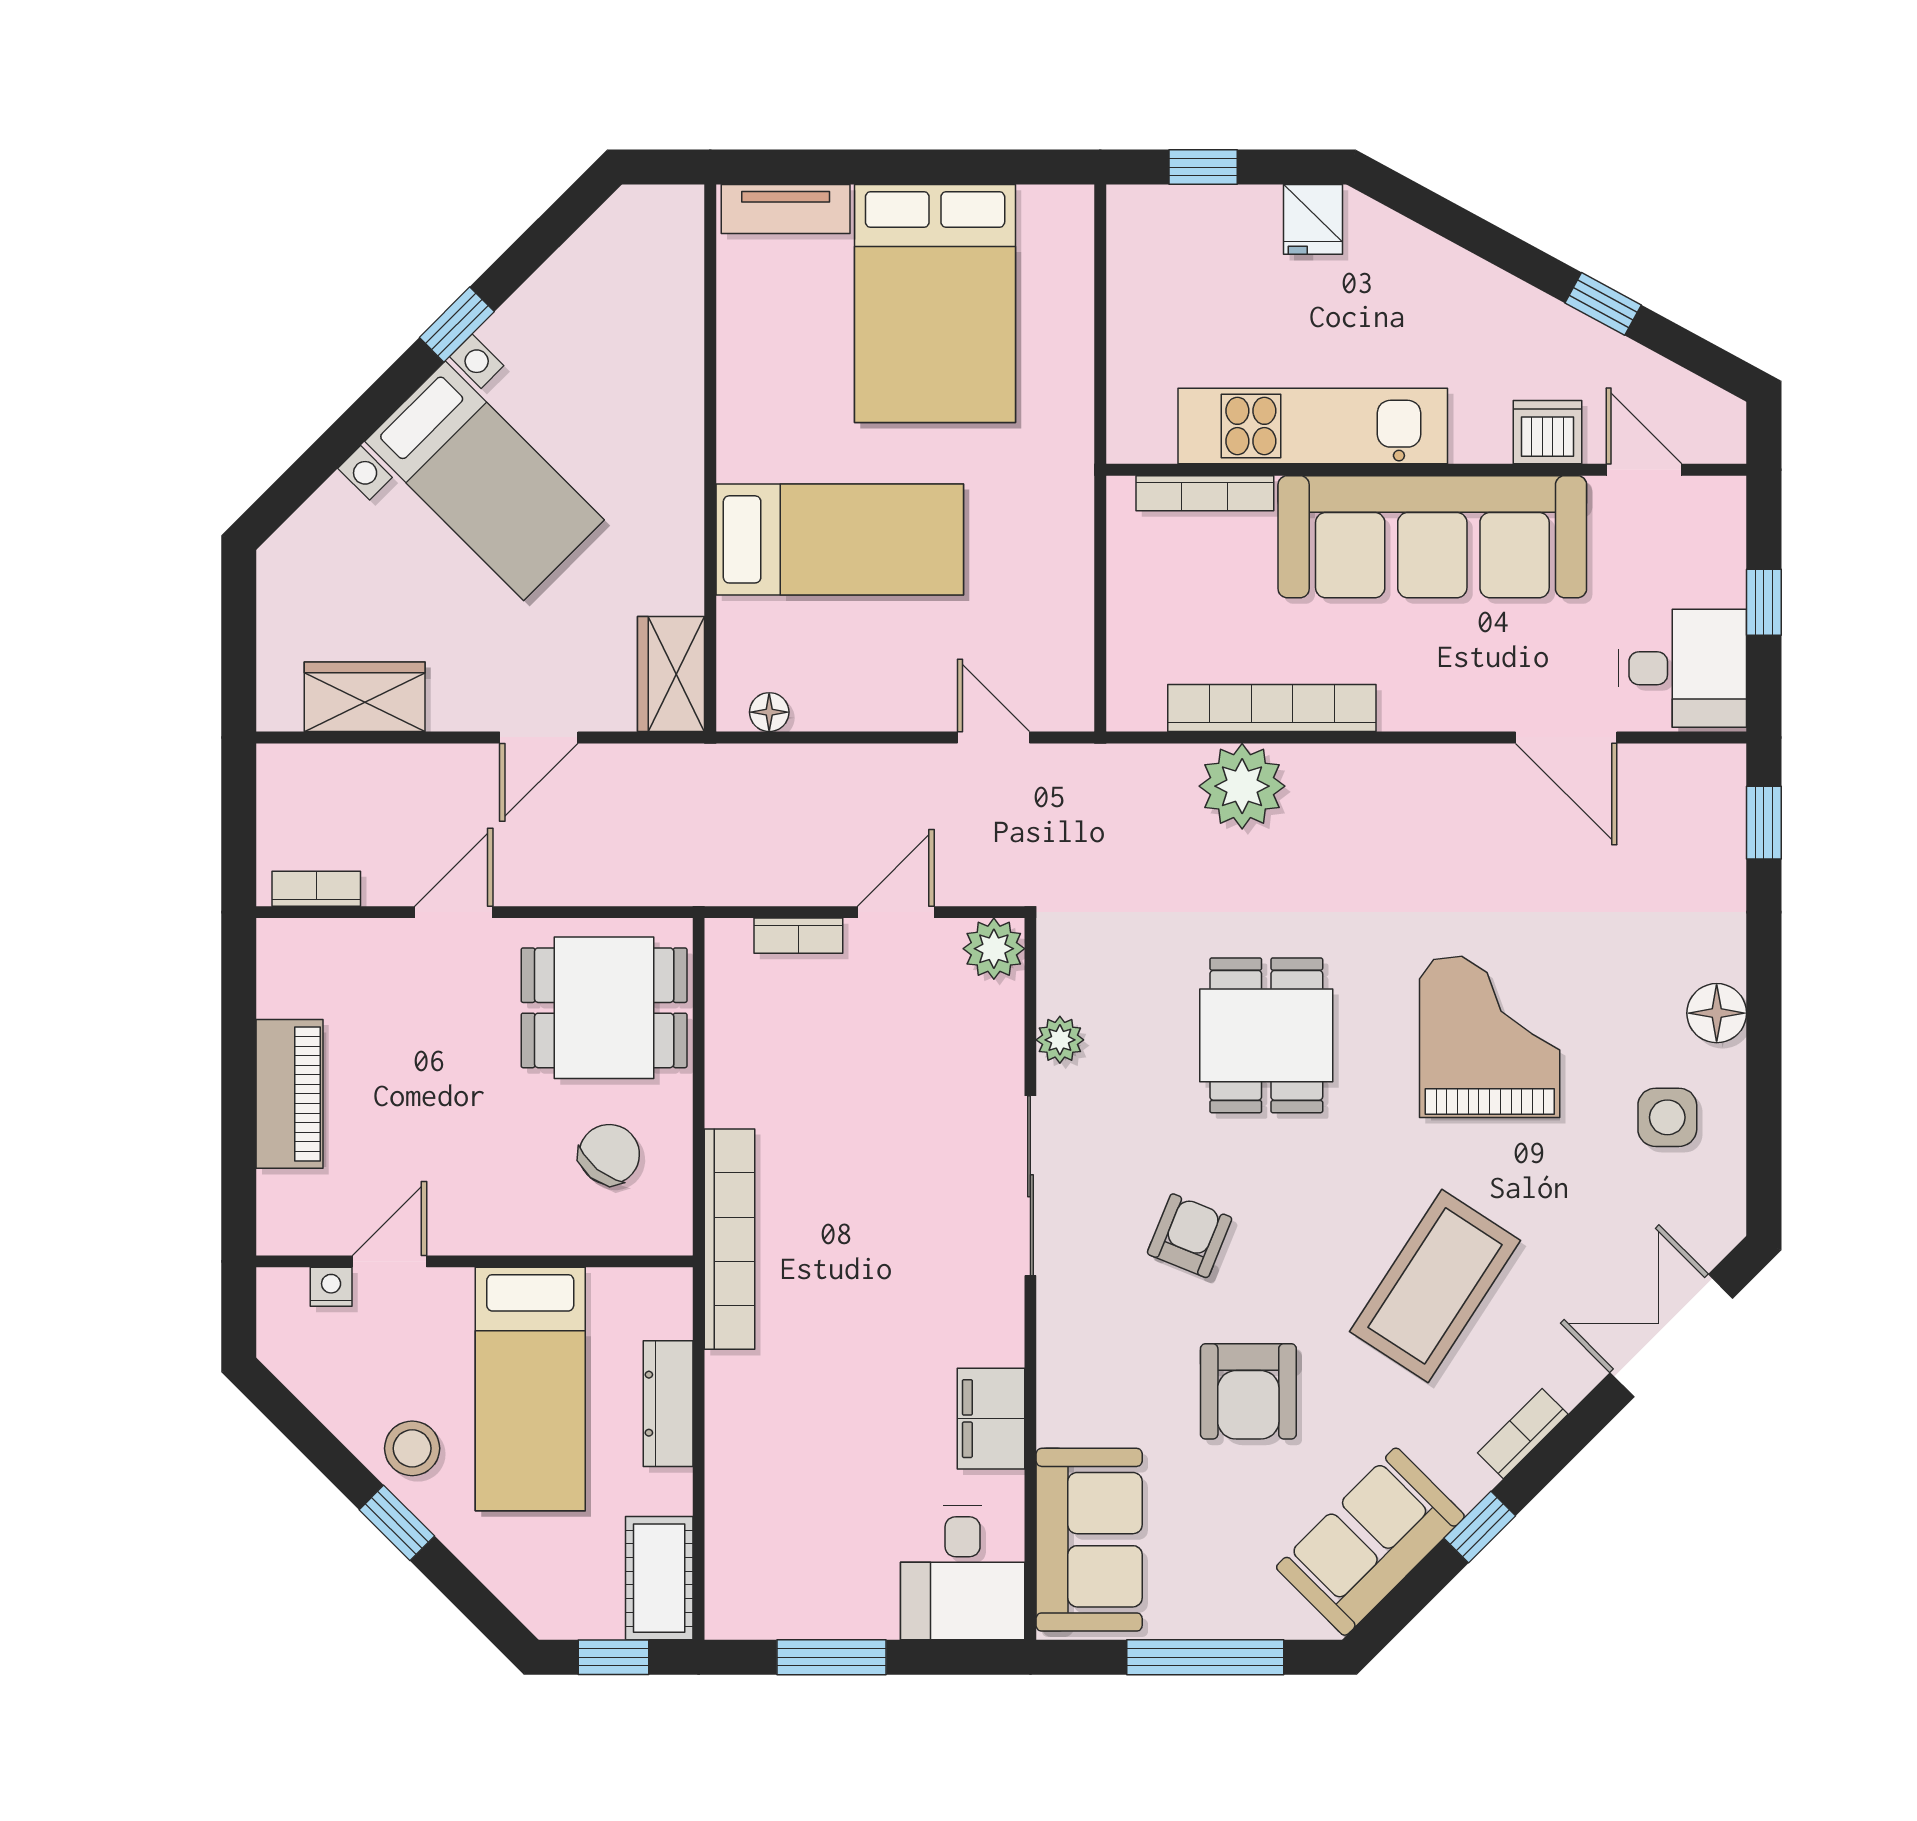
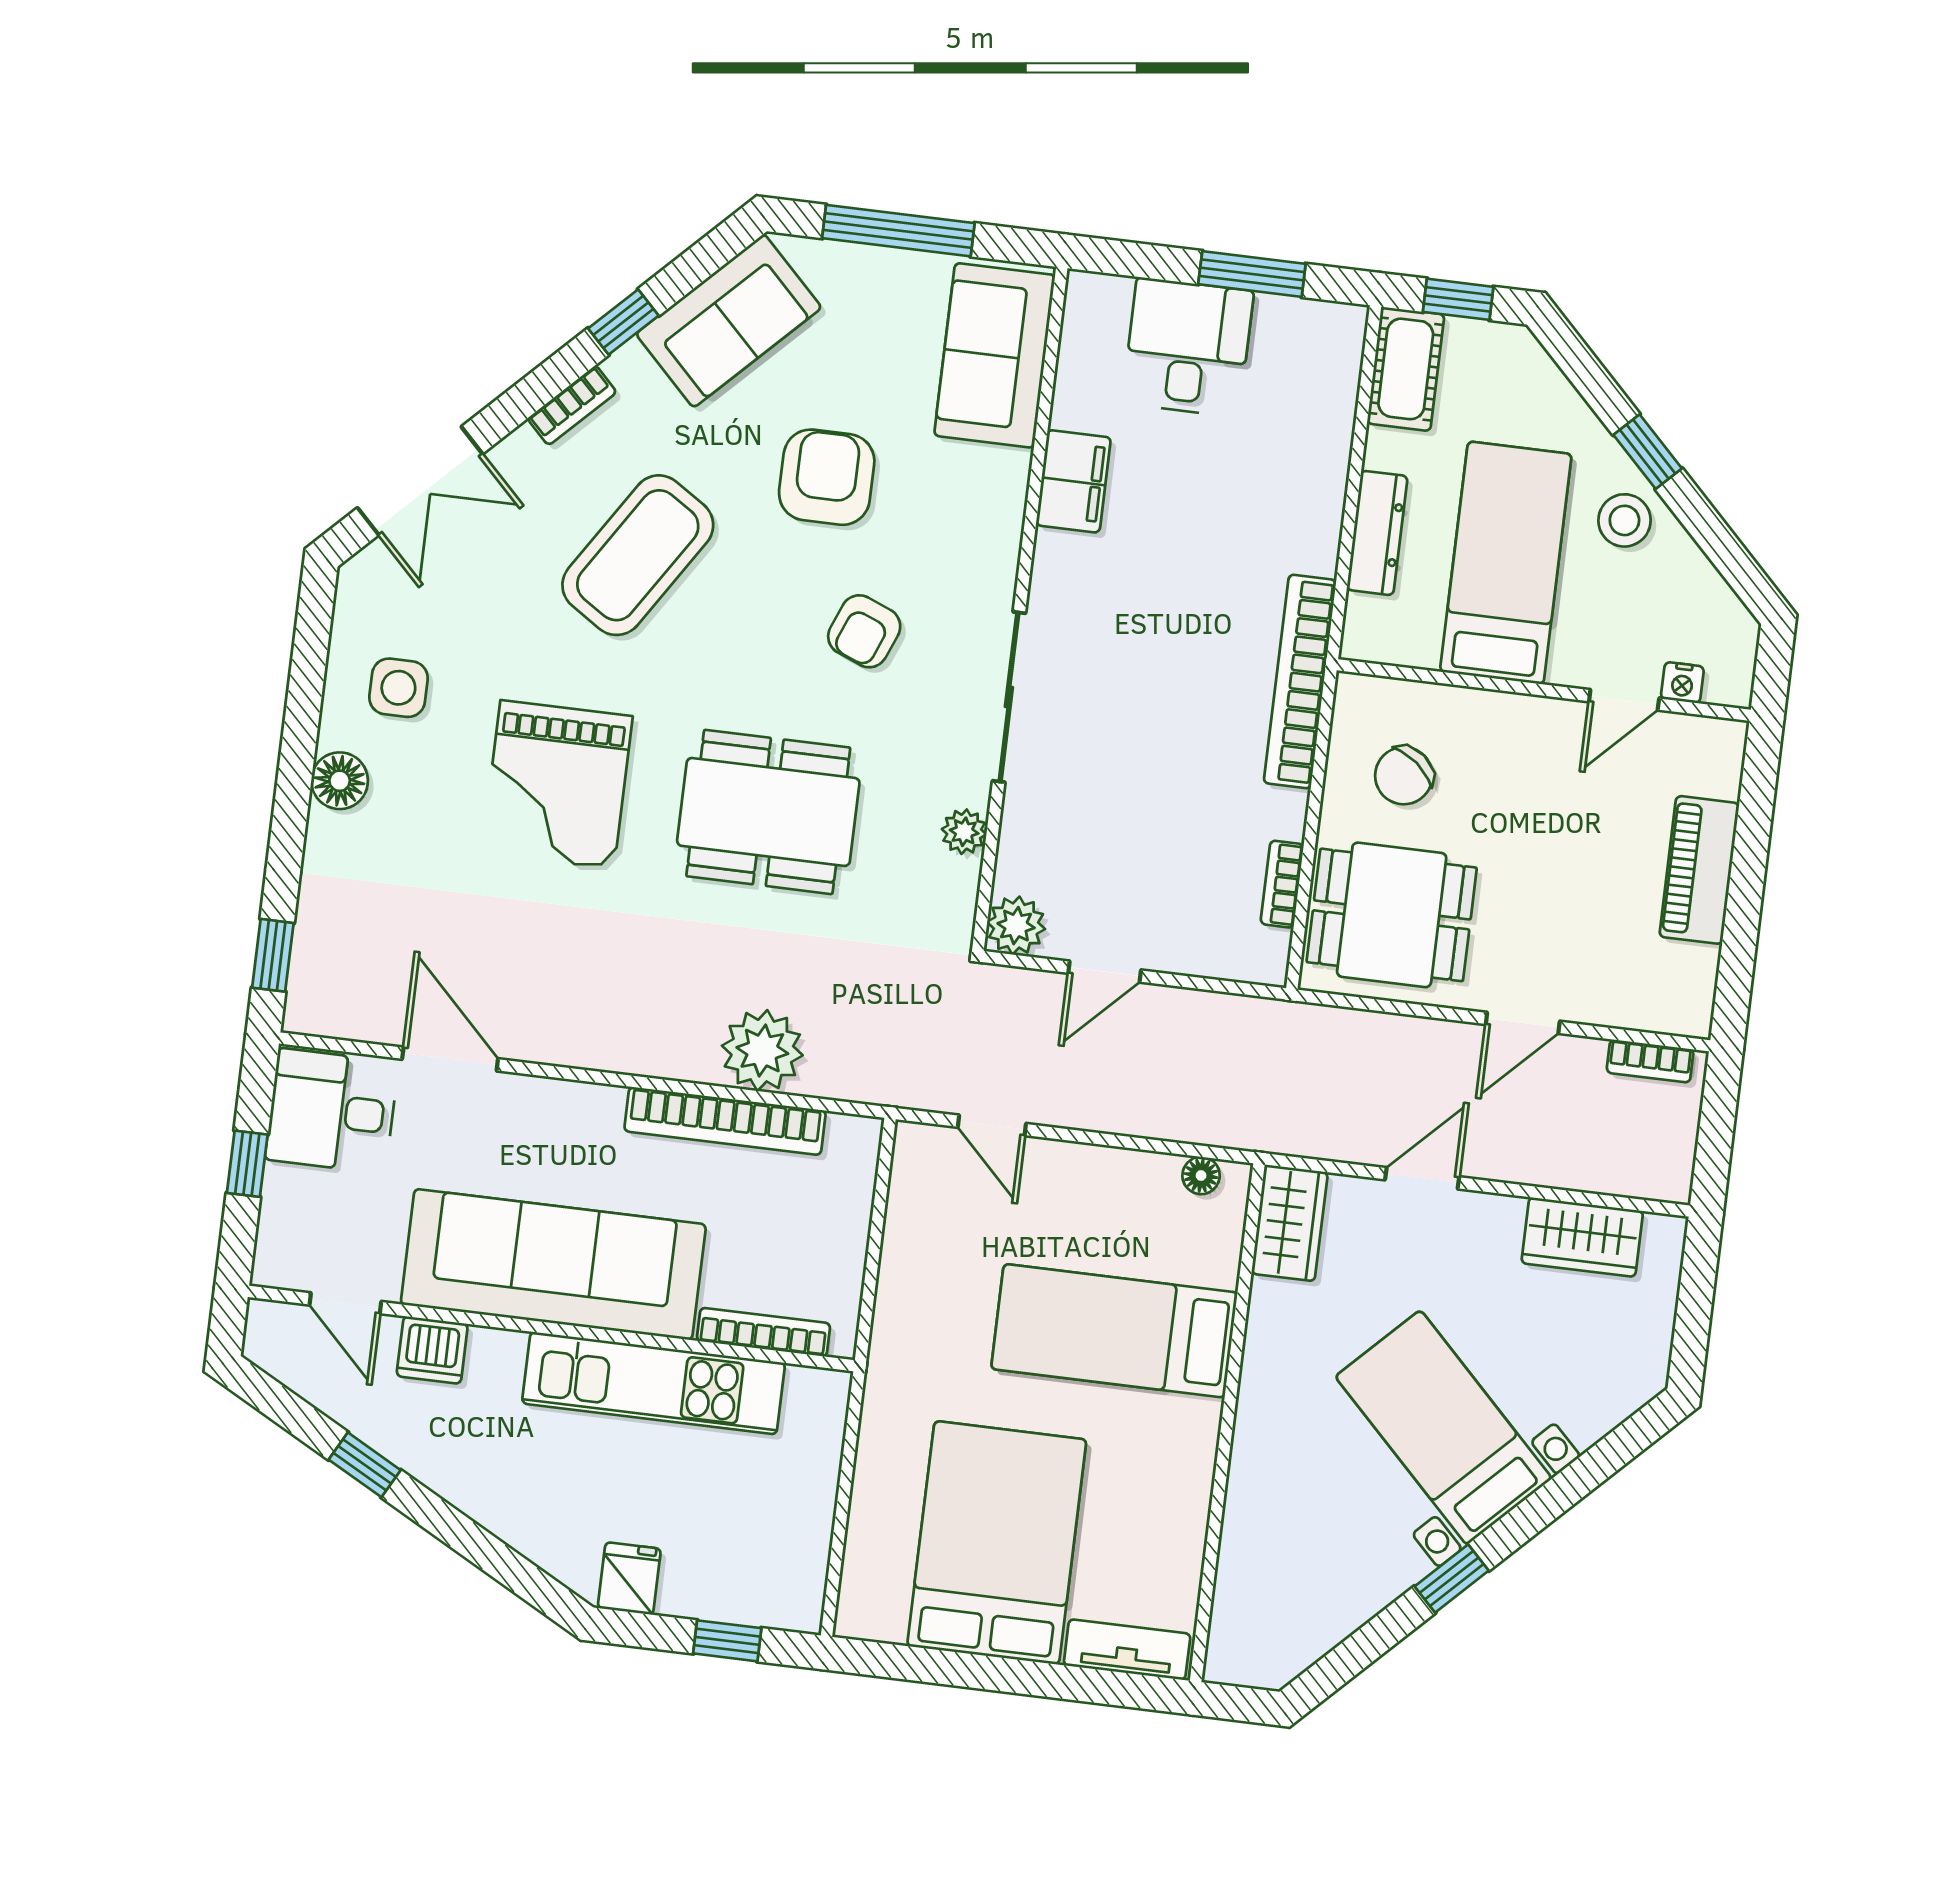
bookcase: (798, 936) -> (1282, 884), moved, turned -90
dining table: (1266, 1035) -> (768, 812), width x1.38
desk: (963, 1573) -> (1188, 347), moved

